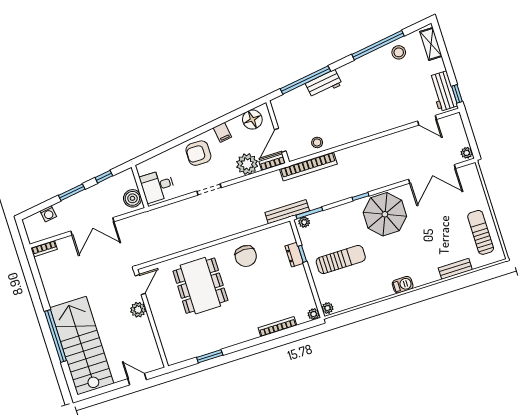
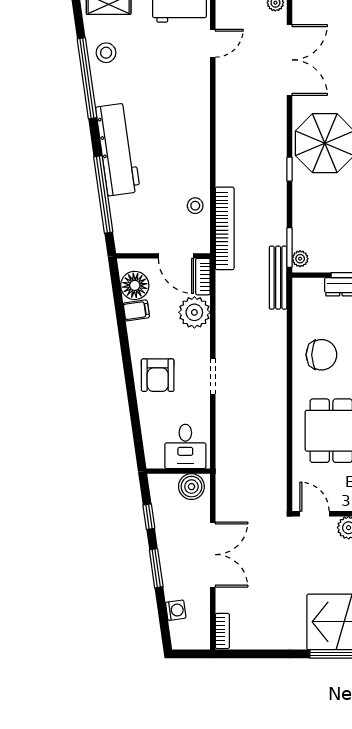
workbench: (324, 84) -> (118, 149), width x1.88, depth x1.32
filing cabinet: (222, 132) -> (136, 310), moved

